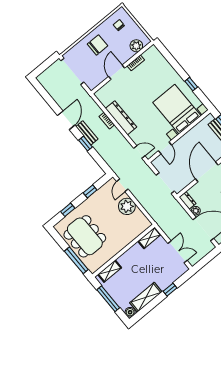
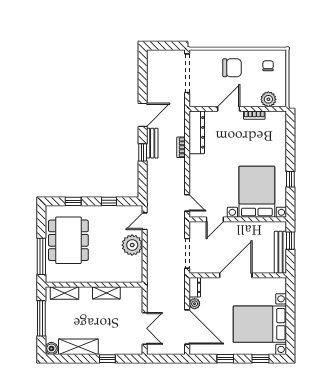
dresser: (121, 118) -> (197, 132), moved
shelving: (149, 238) -> (106, 293), moved

